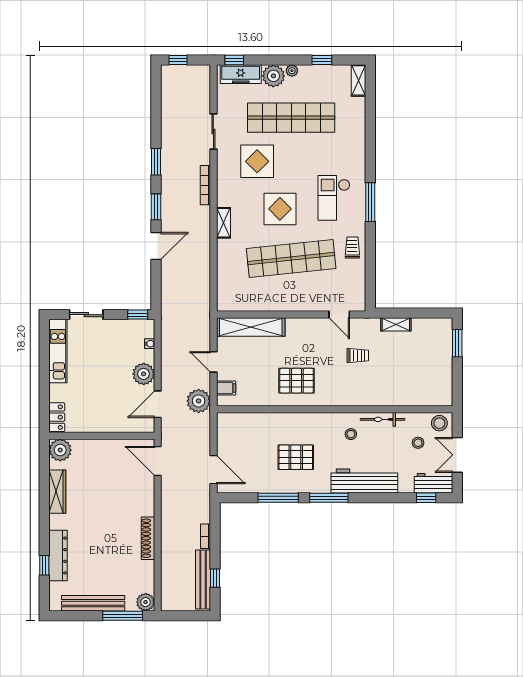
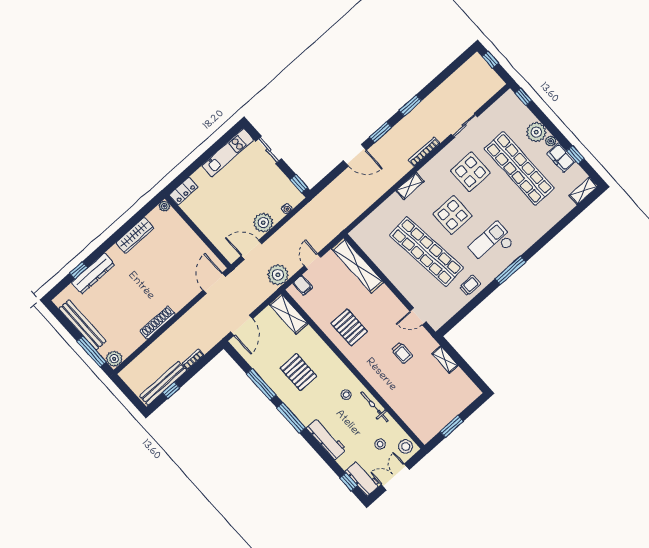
freezer: (241, 74) -> (561, 158), moved, width x0.71
door: (339, 315) -> (418, 316), hinge flipped
window: (457, 343) -> (452, 426), moved
shelving: (240, 422) -> (289, 314), added
plant: (60, 450) -> (164, 206), width x0.53, depth x0.53
workbench: (364, 481) -> (326, 439), width x0.73, depth x0.76

